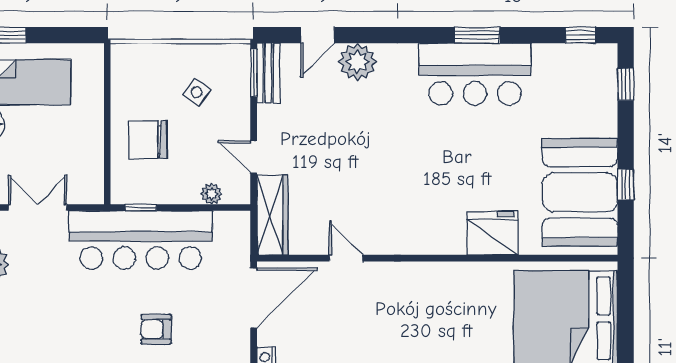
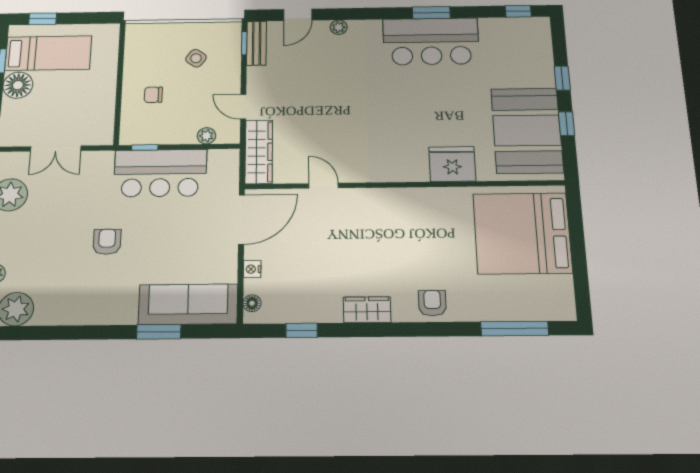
plant: (357, 62) -> (339, 27), width x0.53, depth x0.53
window: (254, 73) -> (244, 43), width x0.67
window: (626, 84) -> (562, 78), moved
chair: (148, 140) -> (153, 95), width x0.54, depth x0.54
double door: (38, 208) -> (56, 149), swing flipped
bar counter: (141, 240) -> (160, 173), width x0.73
armchair: (156, 329) -> (107, 242), moved, turned 90

